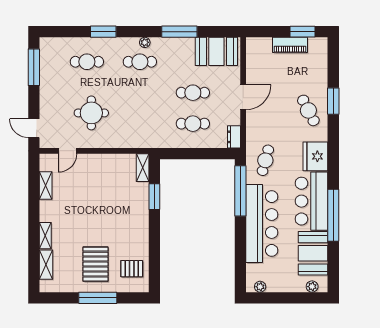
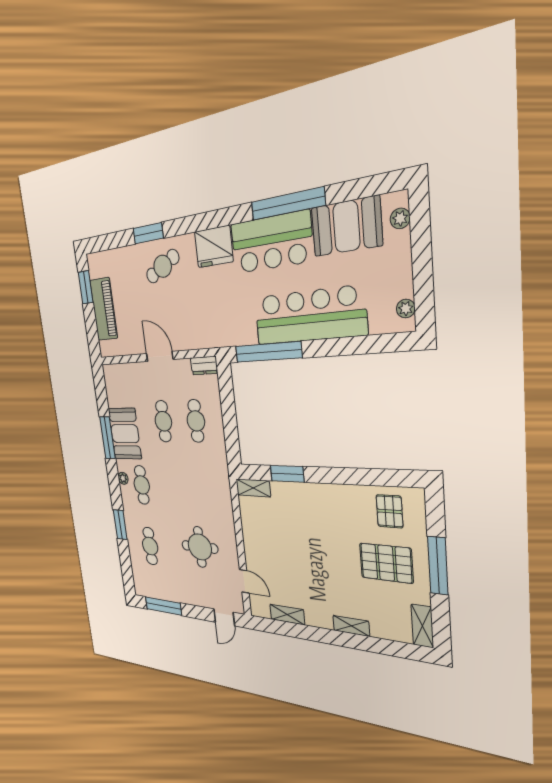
piano: (290, 45) -> (104, 309), width x1.37, depth x1.33
booth: (216, 51) -> (125, 434), moved
cafe table: (265, 160) -> (226, 319), removed
shelving: (46, 265) -> (422, 626), moved, turned 90

